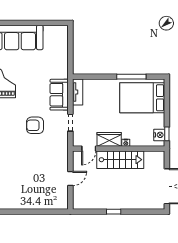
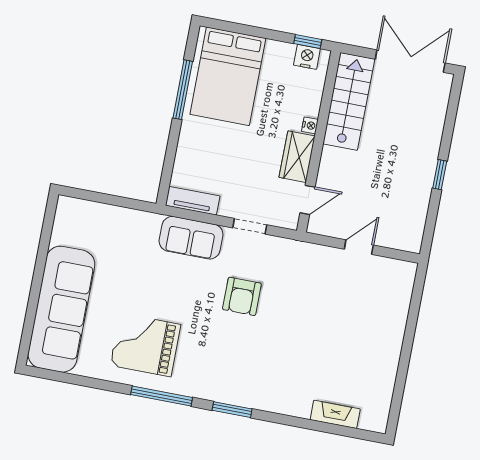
door: (89, 149) -> (307, 200), hinge flipped
stairs: (120, 160) -> (349, 101), moved
door: (70, 178) -> (359, 247), hinge flipped

